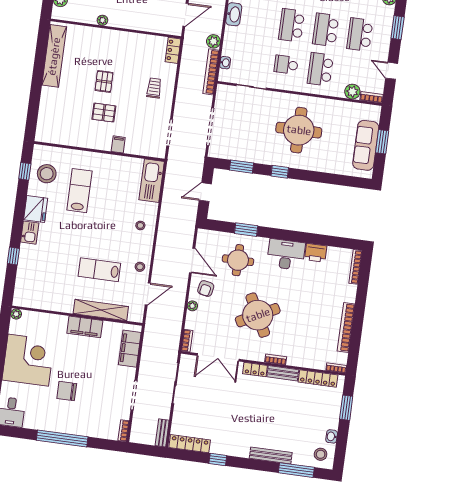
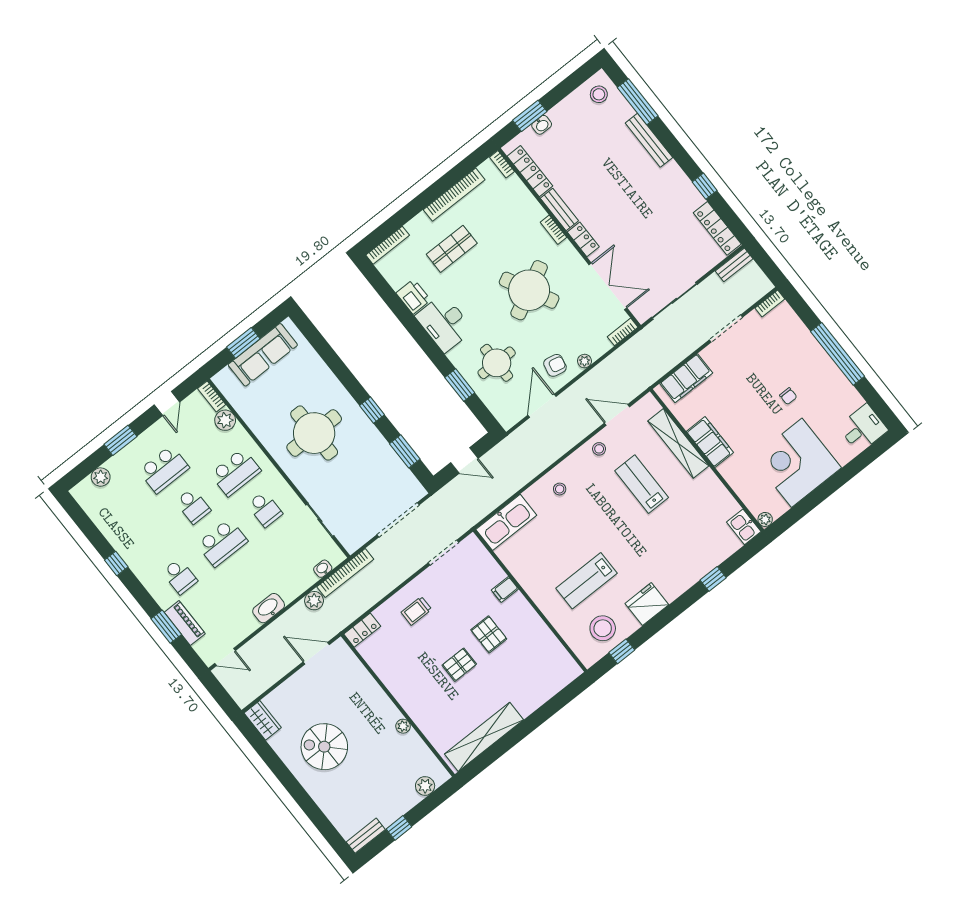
school desk: (326, 30) -> (193, 506), width x0.54
kitchen sink: (30, 233) -> (744, 527), moved, turned -90
lab bench: (99, 270) -> (642, 484), turned 180
shop shelf: (320, 298) -> (452, 249), added
chair: (67, 391) -> (788, 396), width x0.54, depth x0.54
washbasin: (332, 436) -> (542, 125), moved

